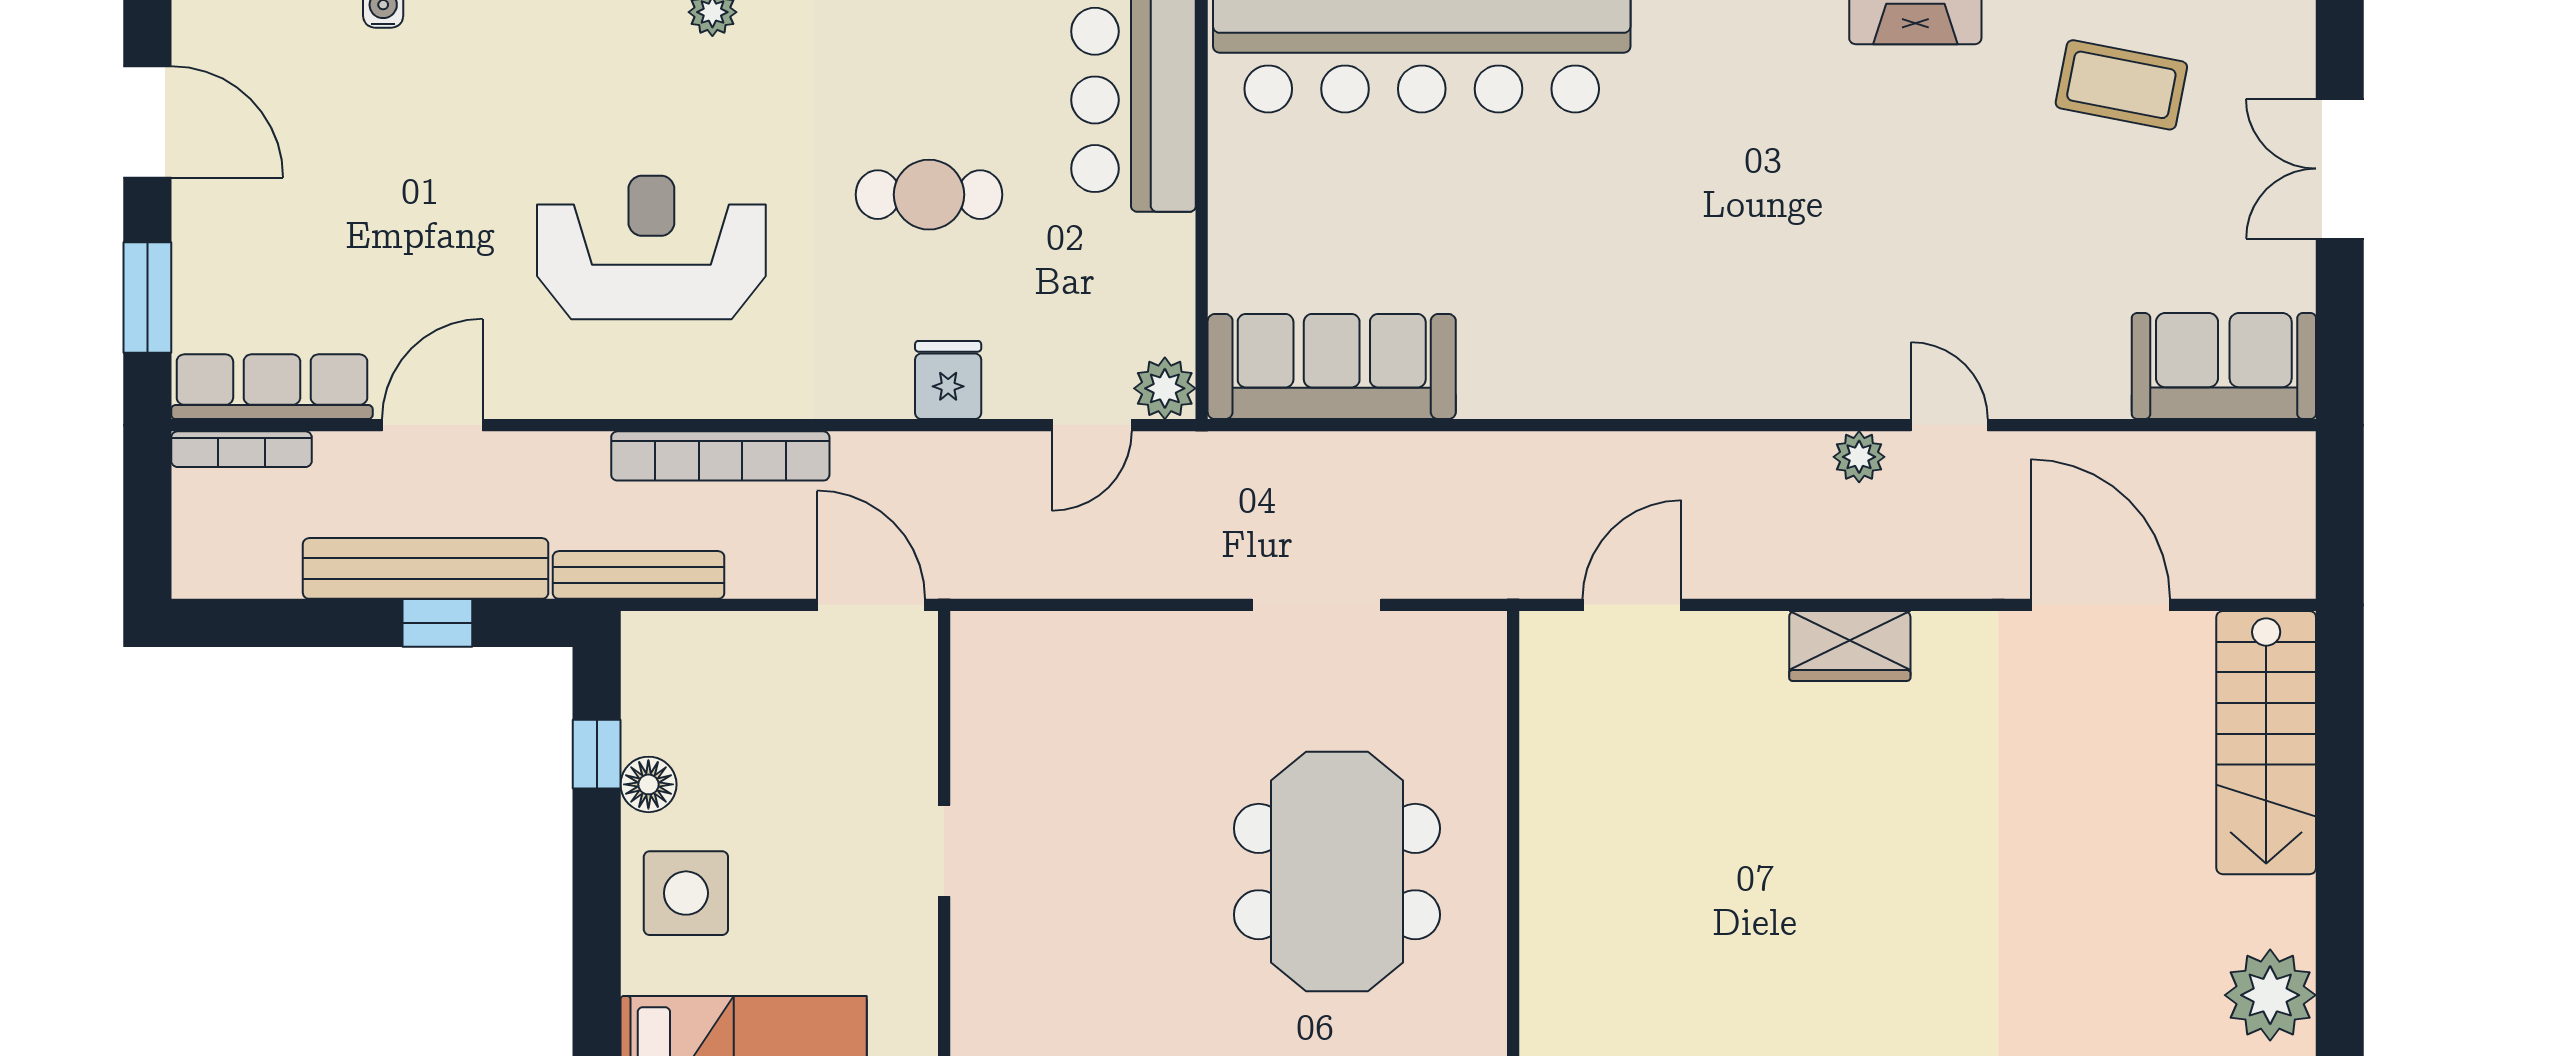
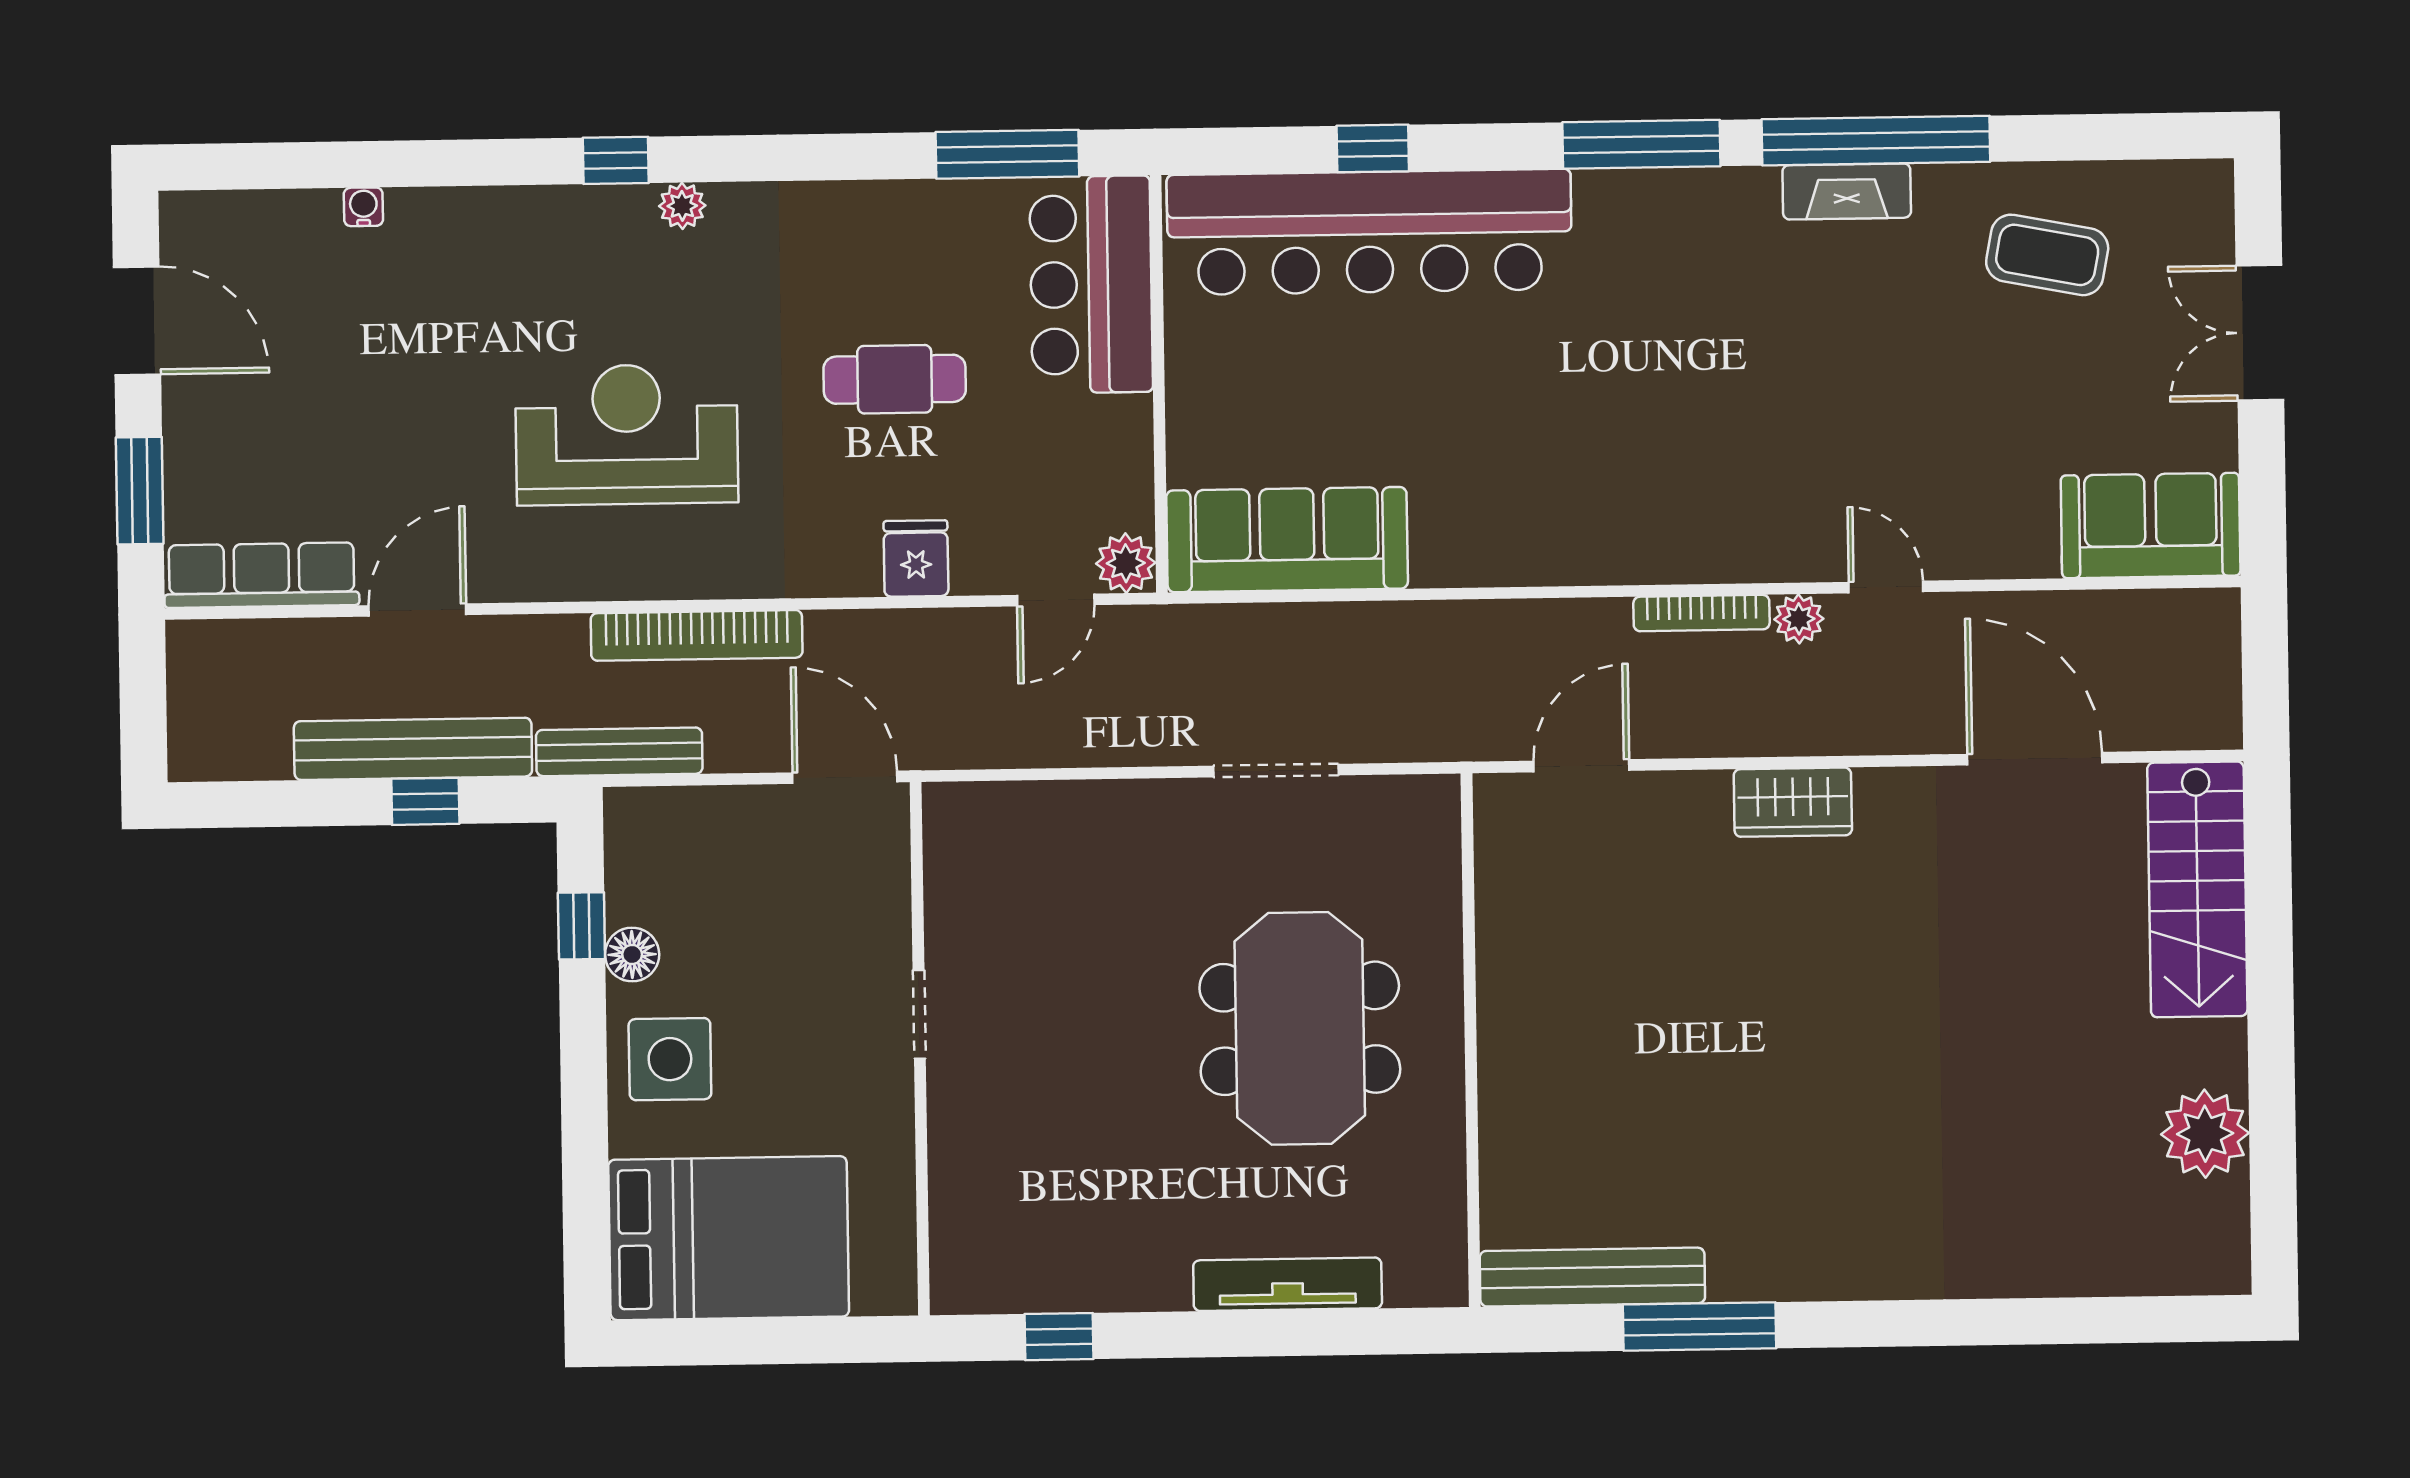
bookcase: (241, 449) -> (1702, 613), moved

